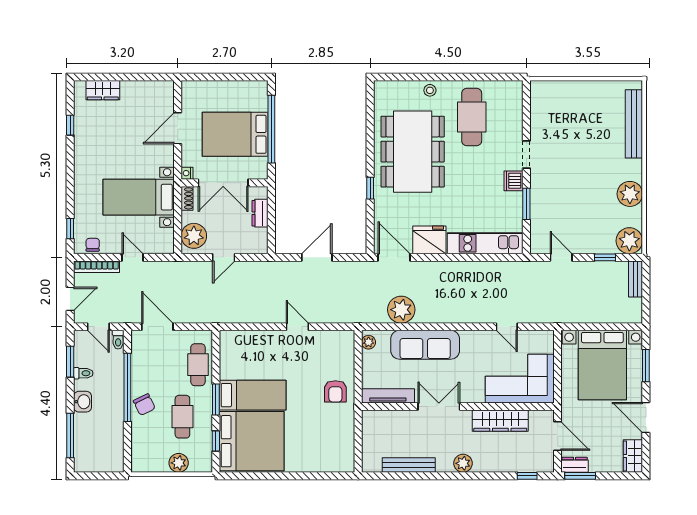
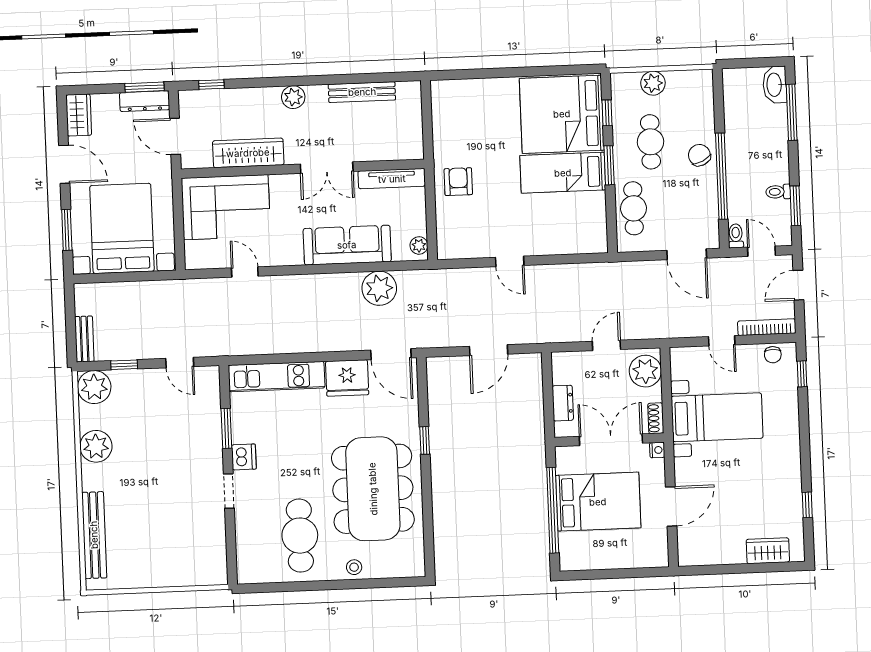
washbasin: (83, 402) -> (775, 85), moved, width x1.38
dresser: (575, 465) -> (145, 101), width x1.44

